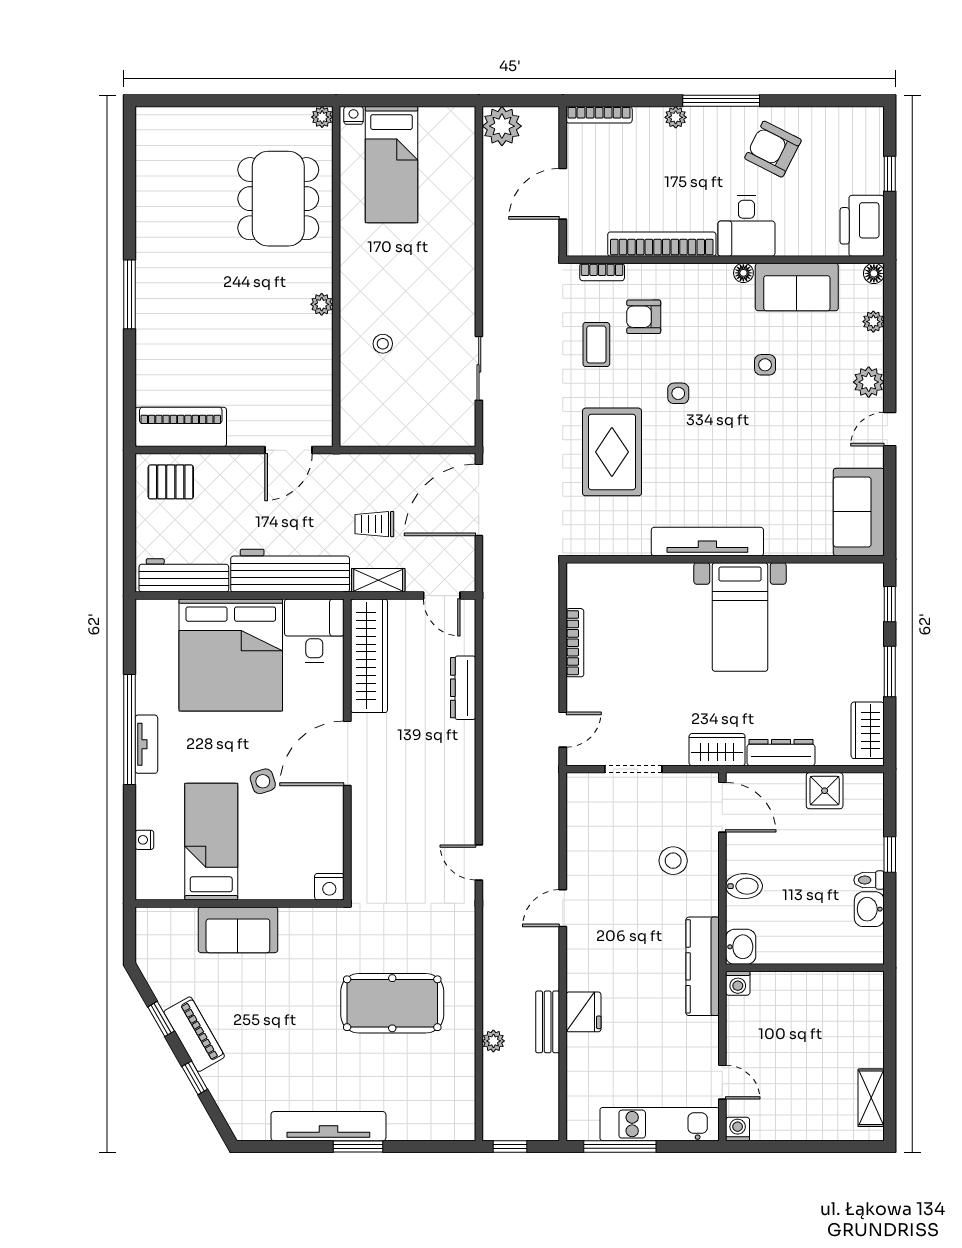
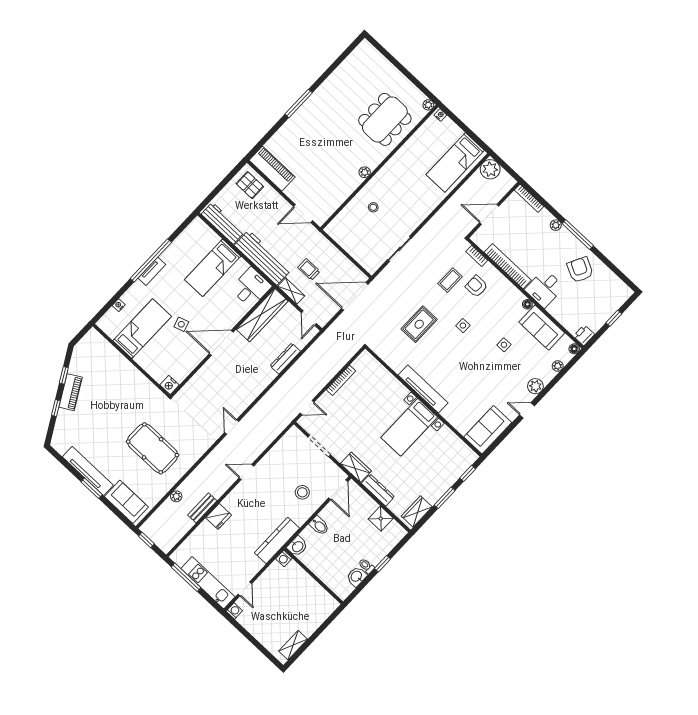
bed: (391, 165) -> (455, 162), moved
printer: (862, 226) -> (584, 335), width x0.53, depth x0.68
rug: (612, 452) -> (419, 324), width x0.73, depth x0.70
bed: (231, 655) -> (213, 268), width x0.49
sofa: (238, 930) -> (126, 502), moved, turned 180

